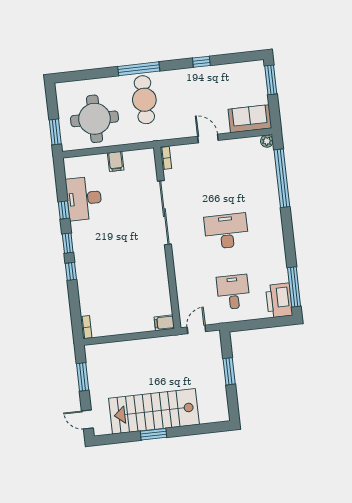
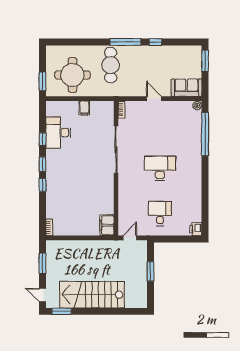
window: (139, 69) -> (125, 42), moved
window: (294, 287) -> (205, 215), removed
printer: (279, 300) -> (196, 229), width x0.53, depth x0.68
filing cabinet: (164, 323) -> (107, 225), width x2.00
window: (154, 434) -> (62, 311), moved

